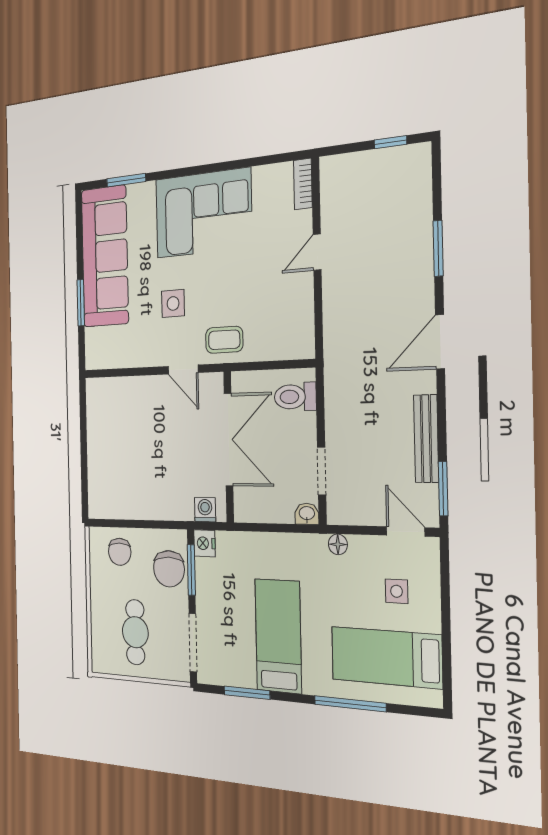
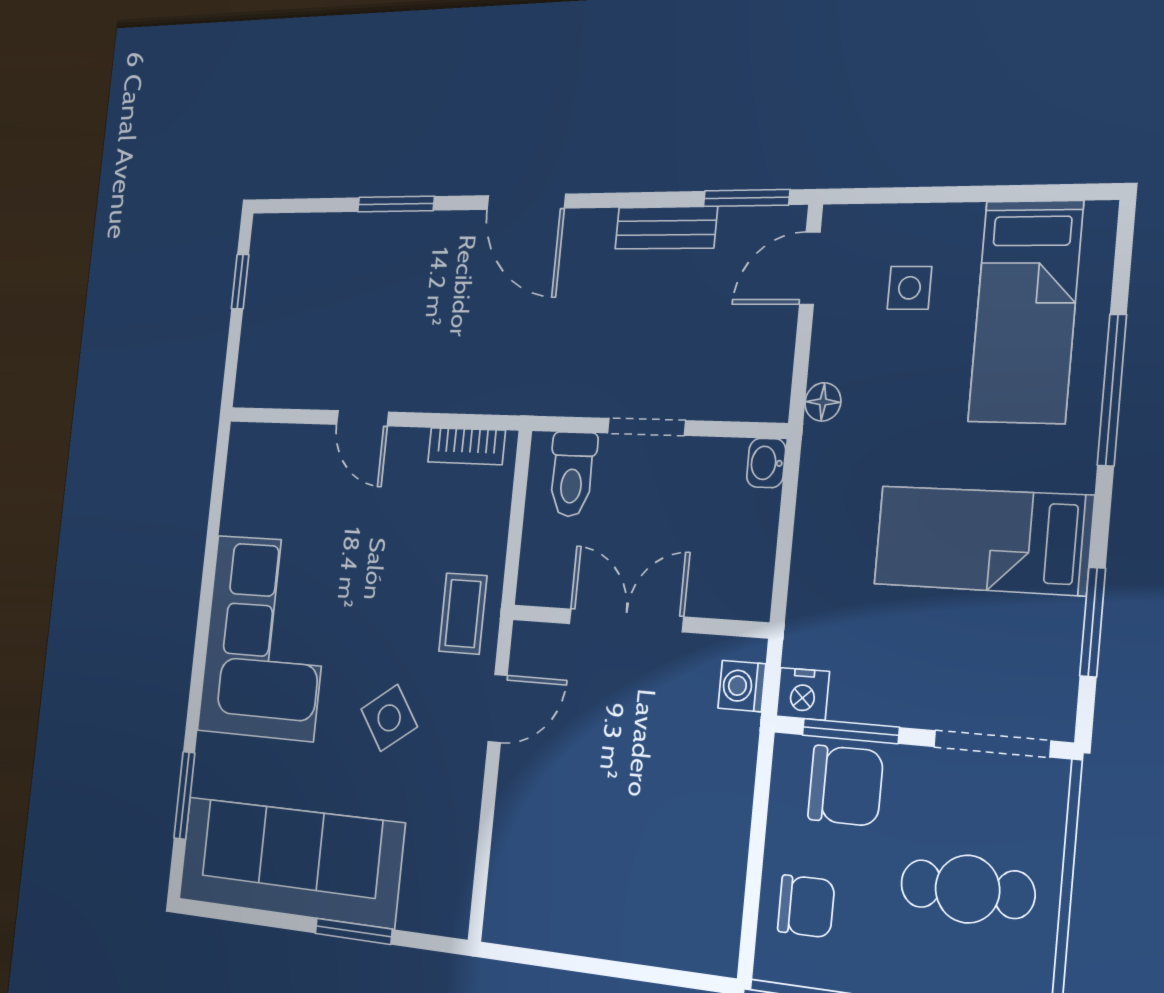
bookcase: (303, 184) -> (466, 446), moved
side table: (173, 303) -> (389, 718), turned -35
bench: (426, 439) -> (666, 228), width x0.73
double door: (229, 440) -> (626, 620), width x0.73
doorway: (322, 471) -> (646, 427), moved

